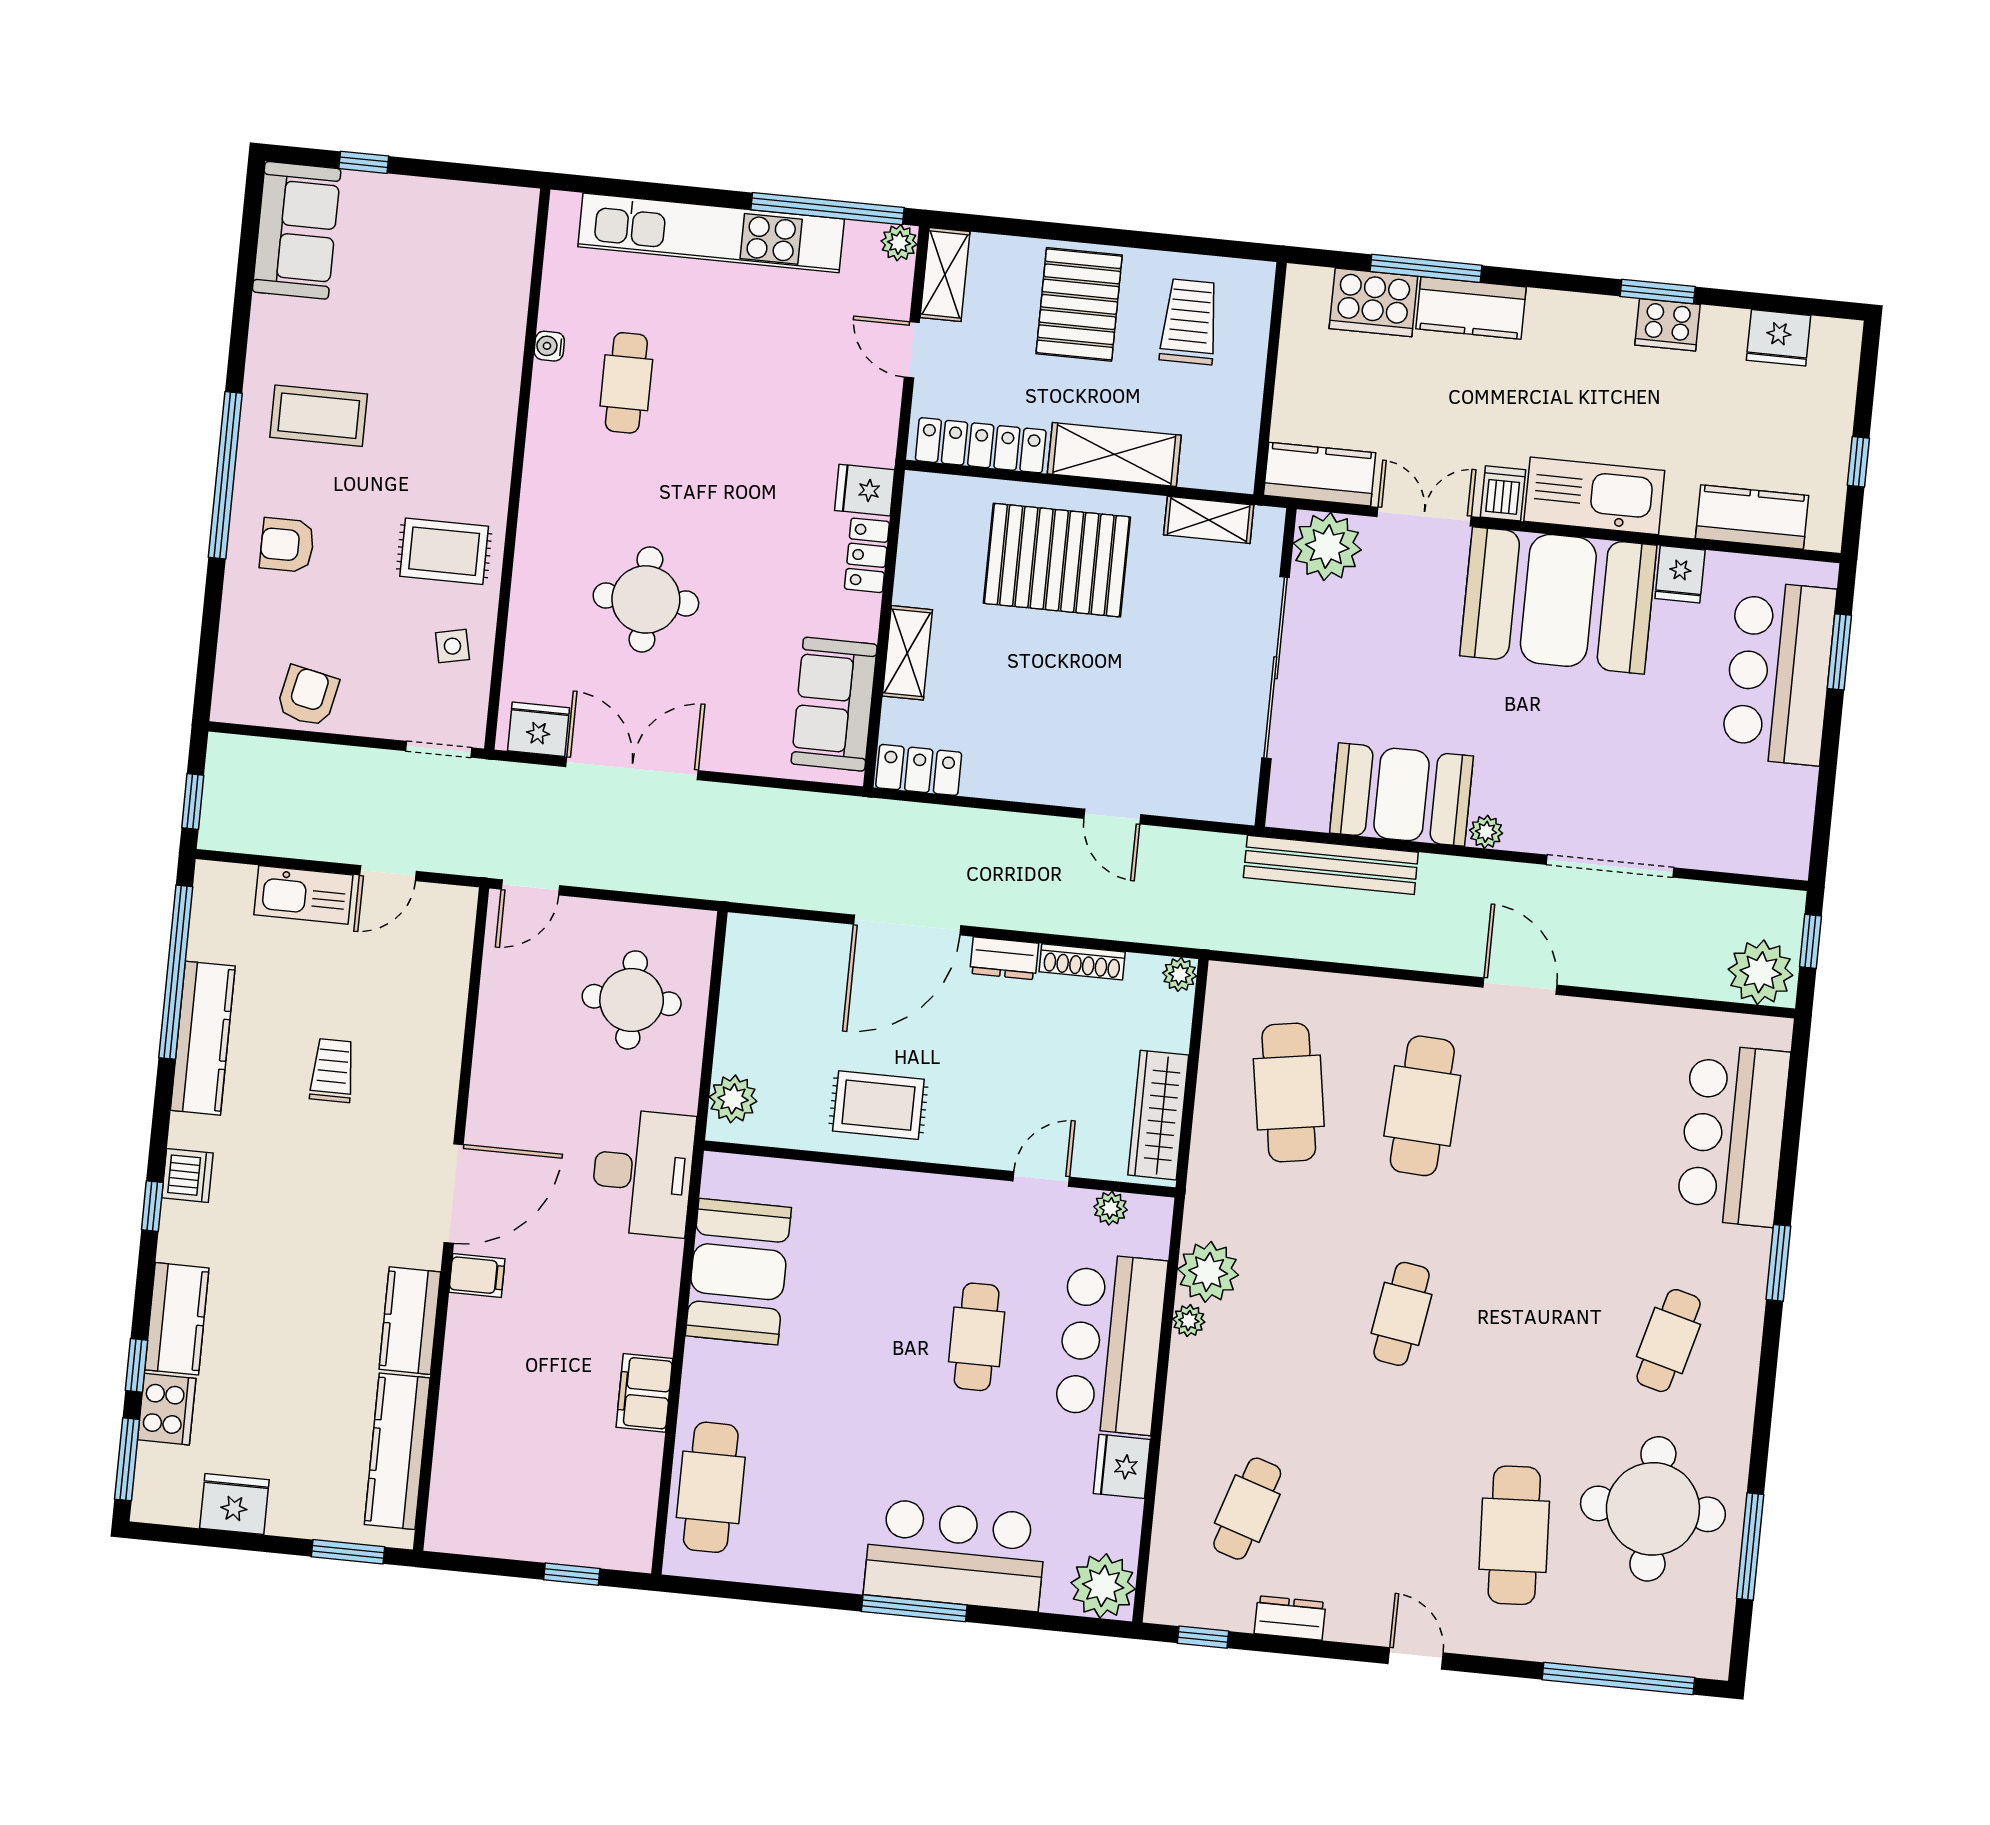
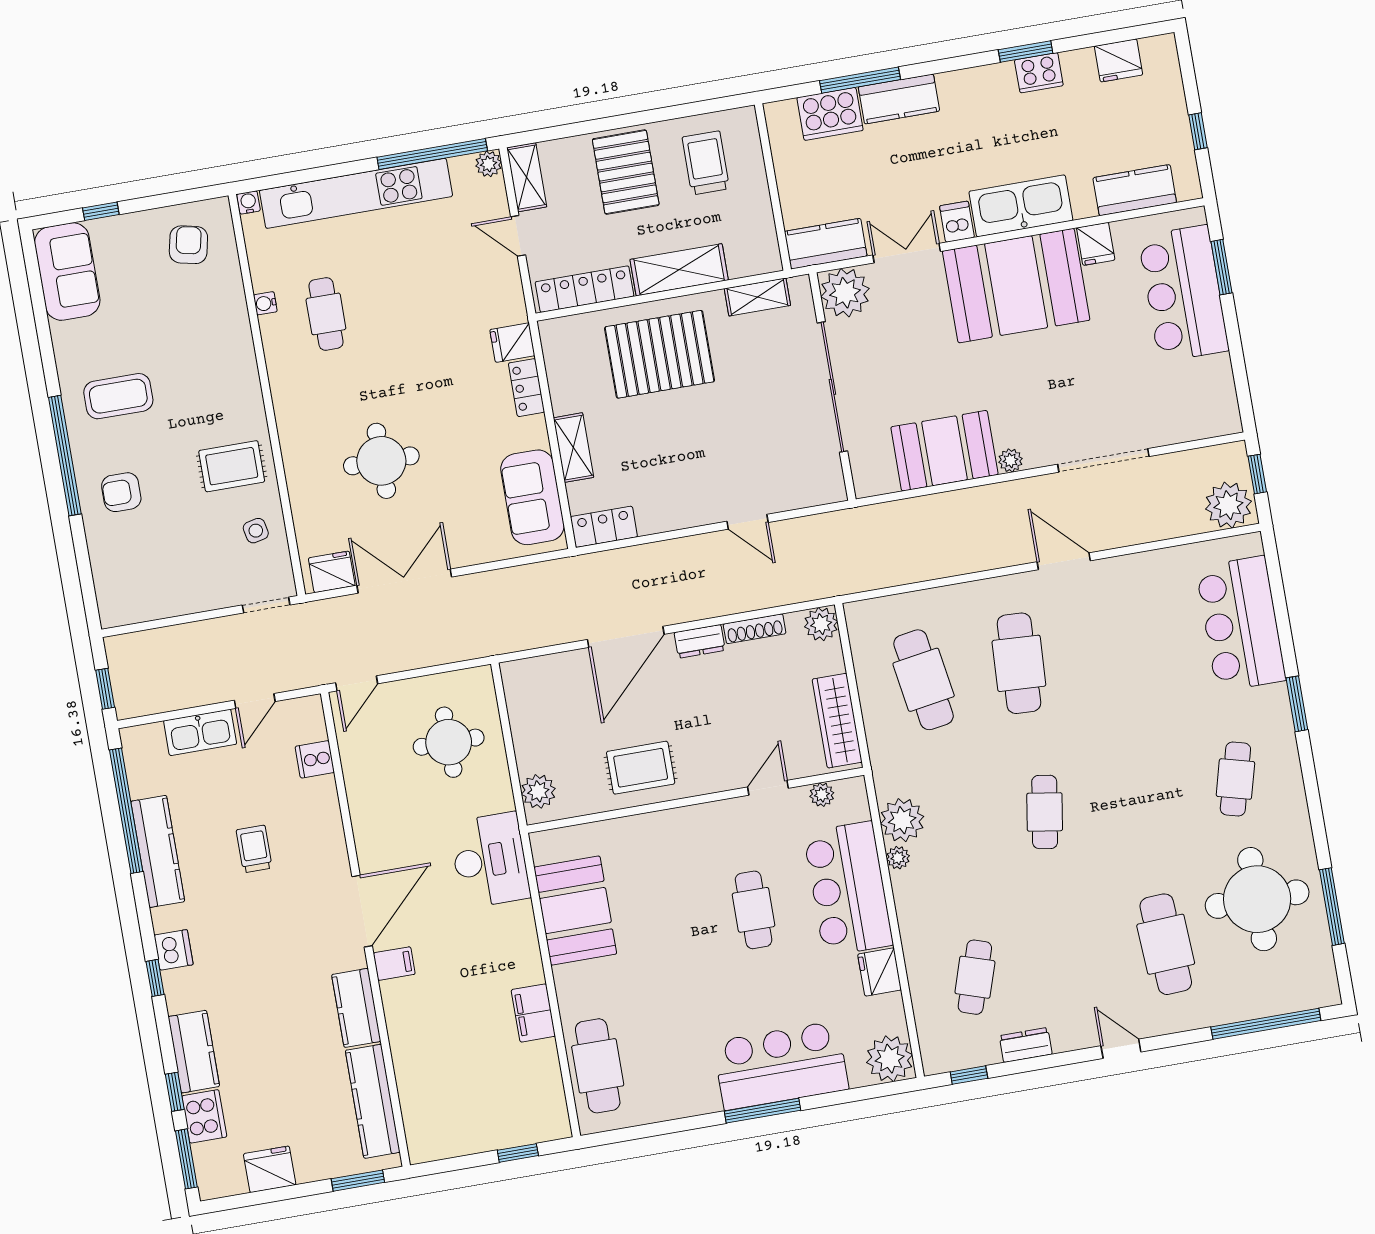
water cooler: (564, 205) -> (248, 202), added
armchair: (308, 696) -> (188, 245), moved
bench: (1331, 865) -> (909, 513), removed
cooker: (446, 973) -> (315, 759), added
plant: (1180, 974) -> (821, 624), width x1.38, depth x1.38

